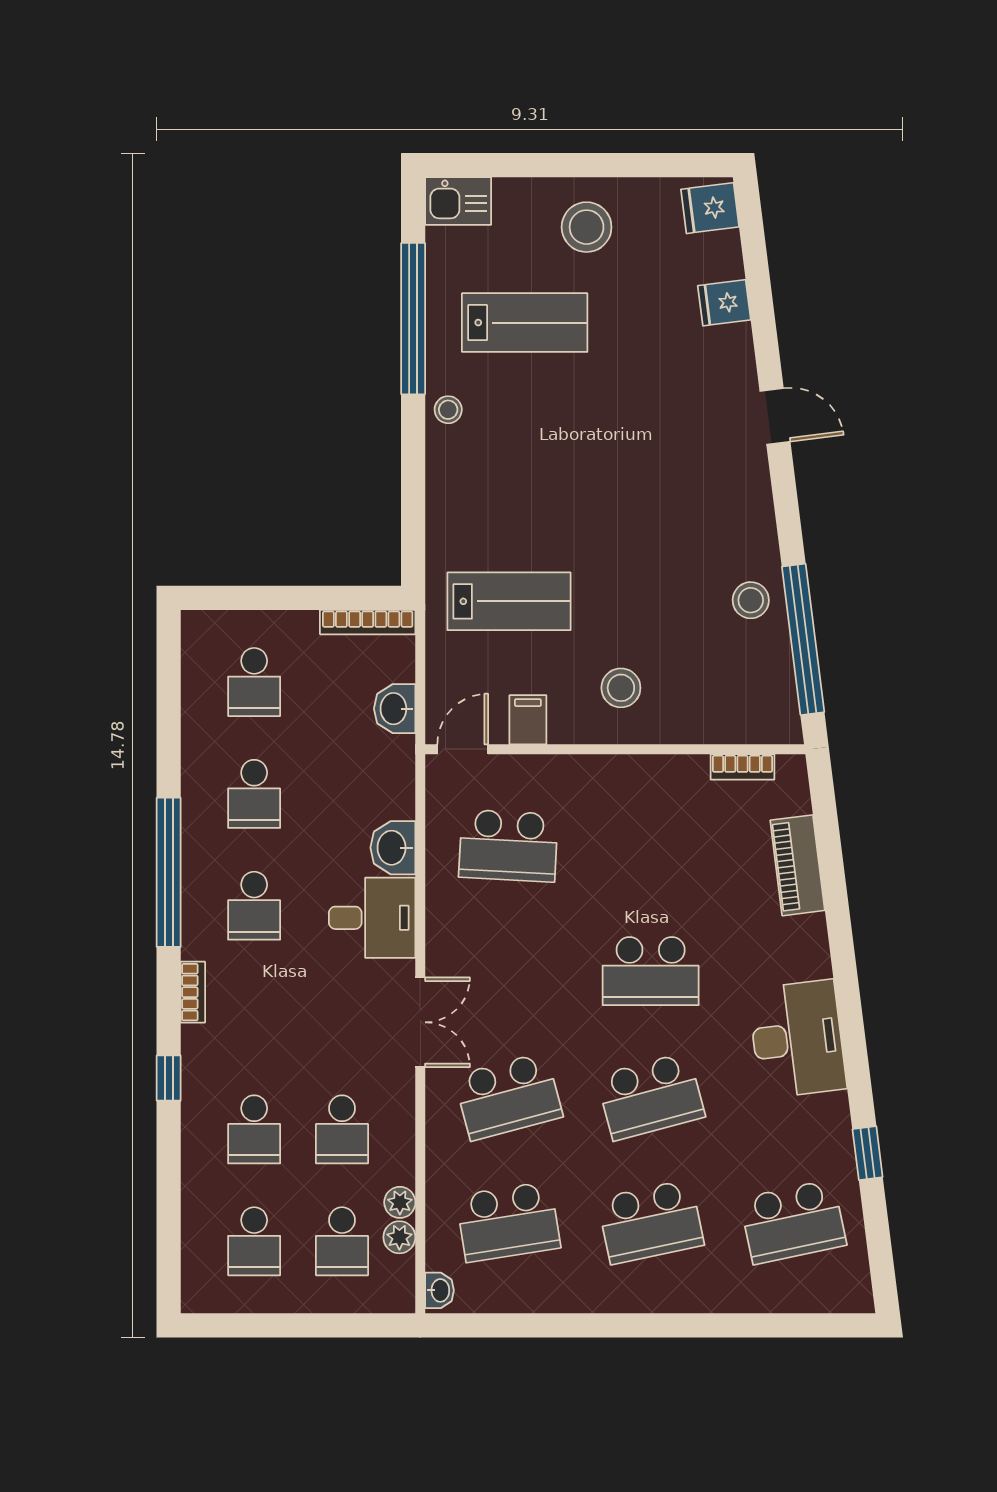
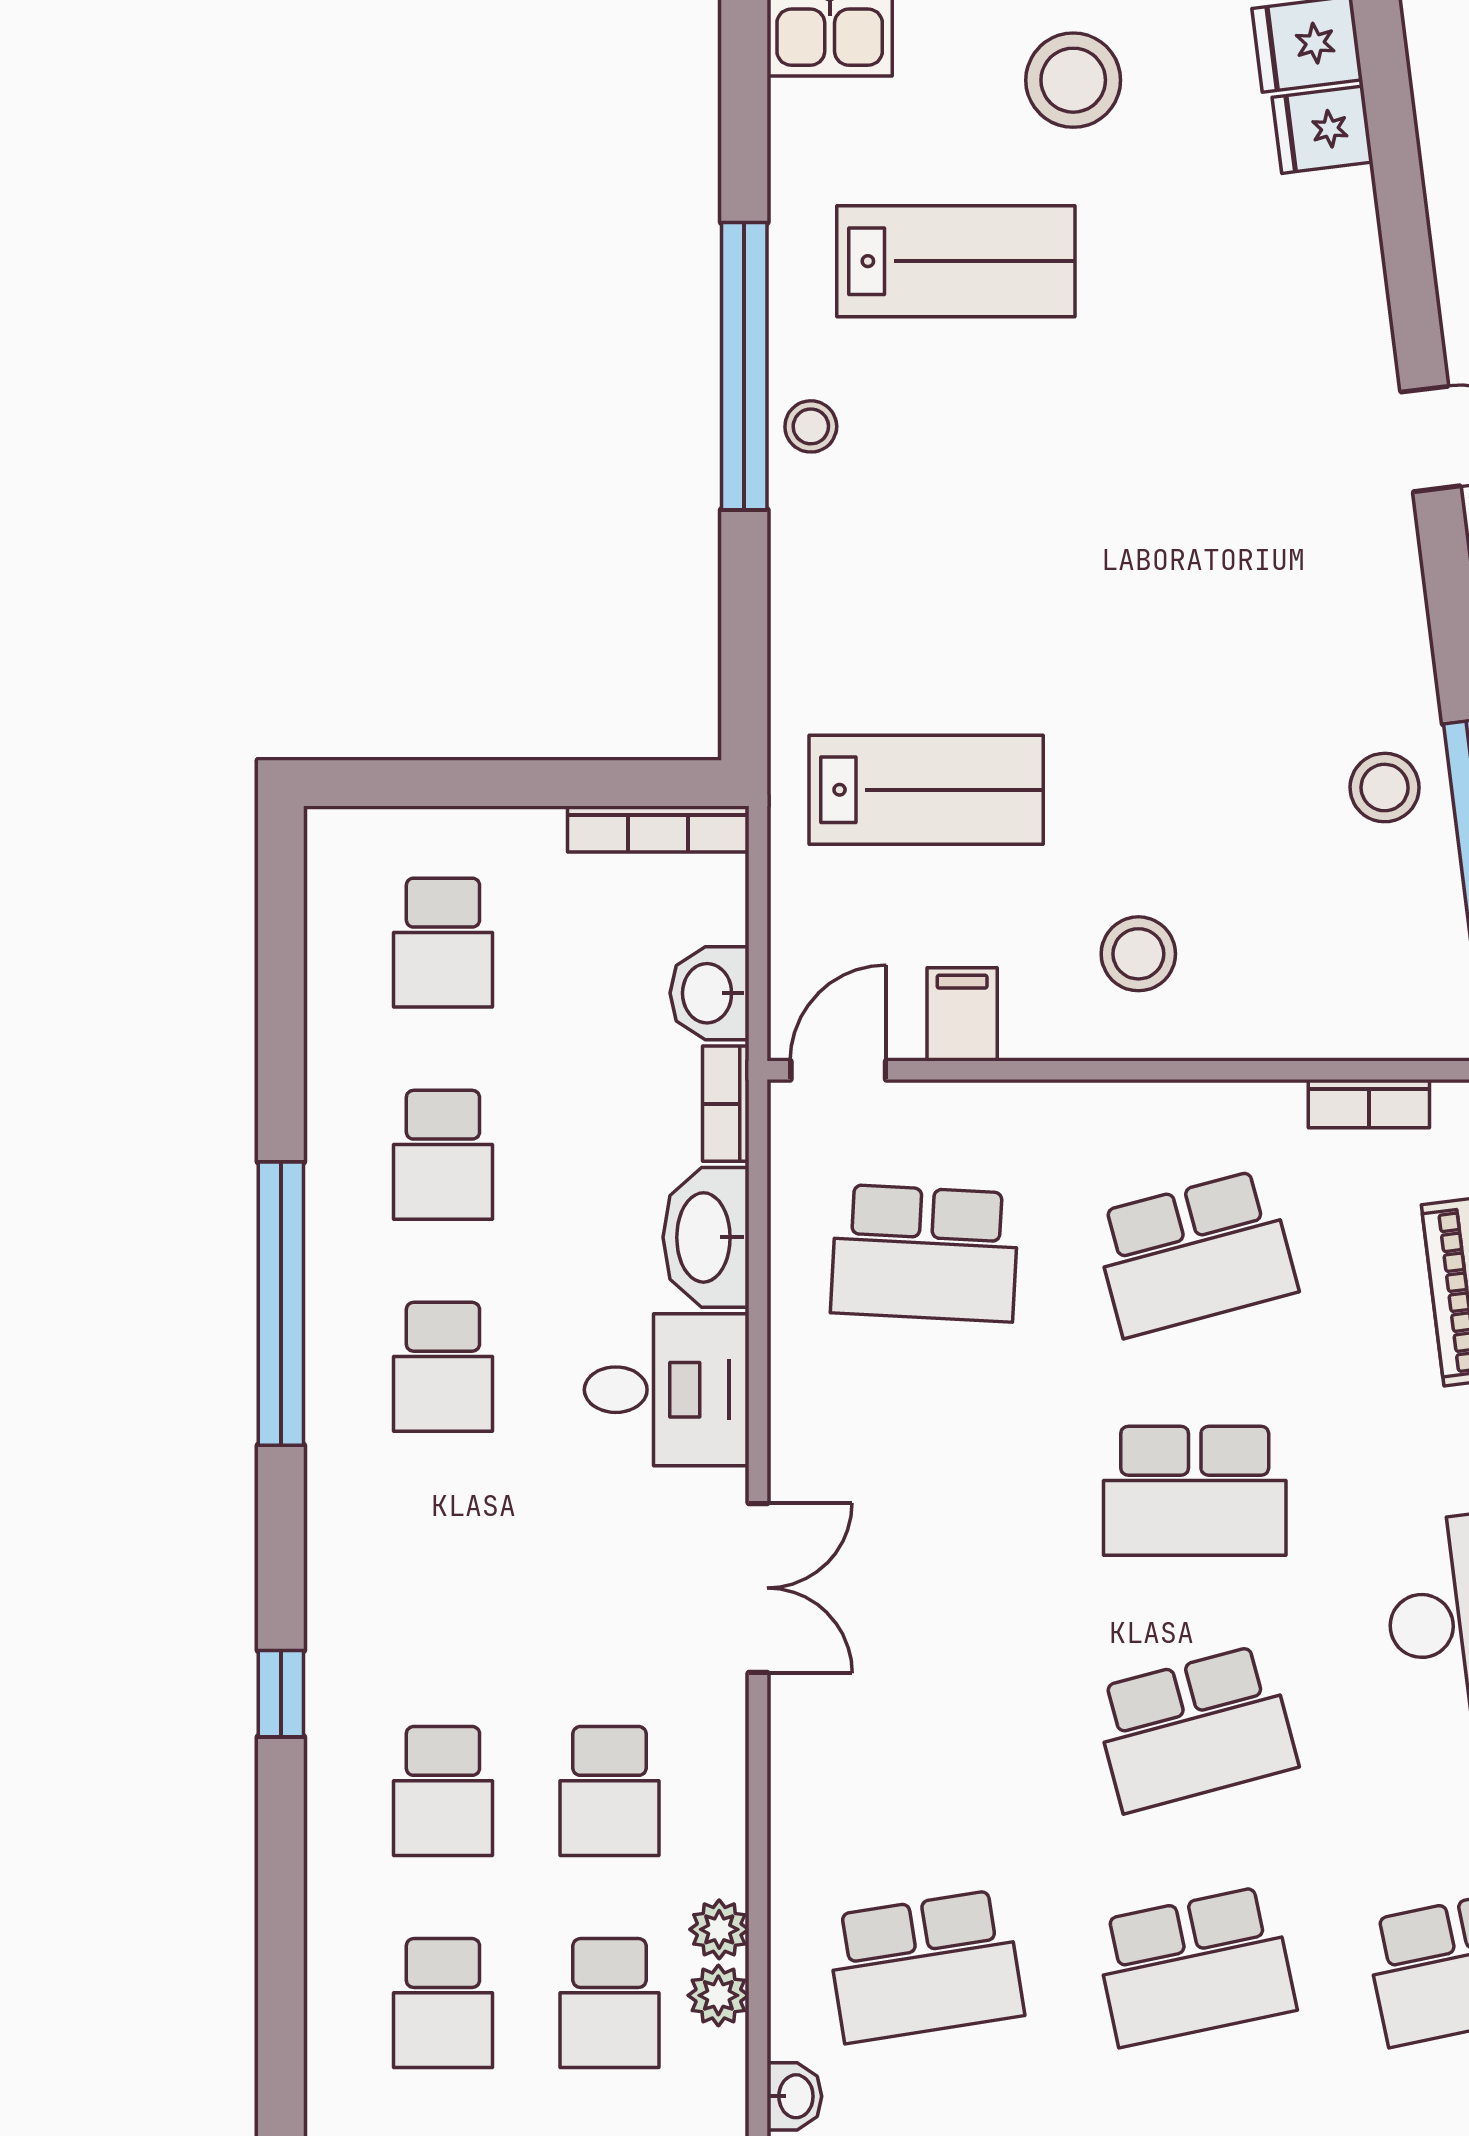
fridge: (724, 303) -> (1322, 130), moved
window: (413, 319) -> (744, 366), moved
washbasin: (393, 848) -> (706, 1237), width x1.38
bookcase: (193, 992) -> (726, 1104), moved, turned 180
school desk: (508, 1096) -> (1195, 1253), moved

